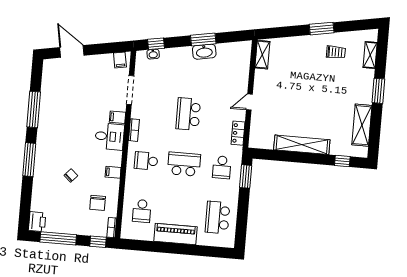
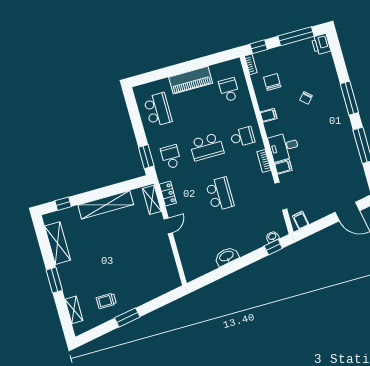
window: (203, 39) -> (232, 267), removed
shelving: (262, 55) -> (152, 200), moved

